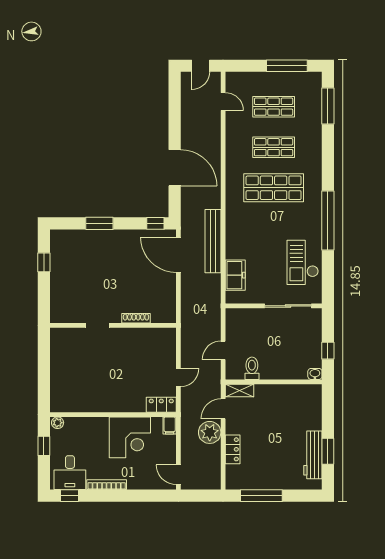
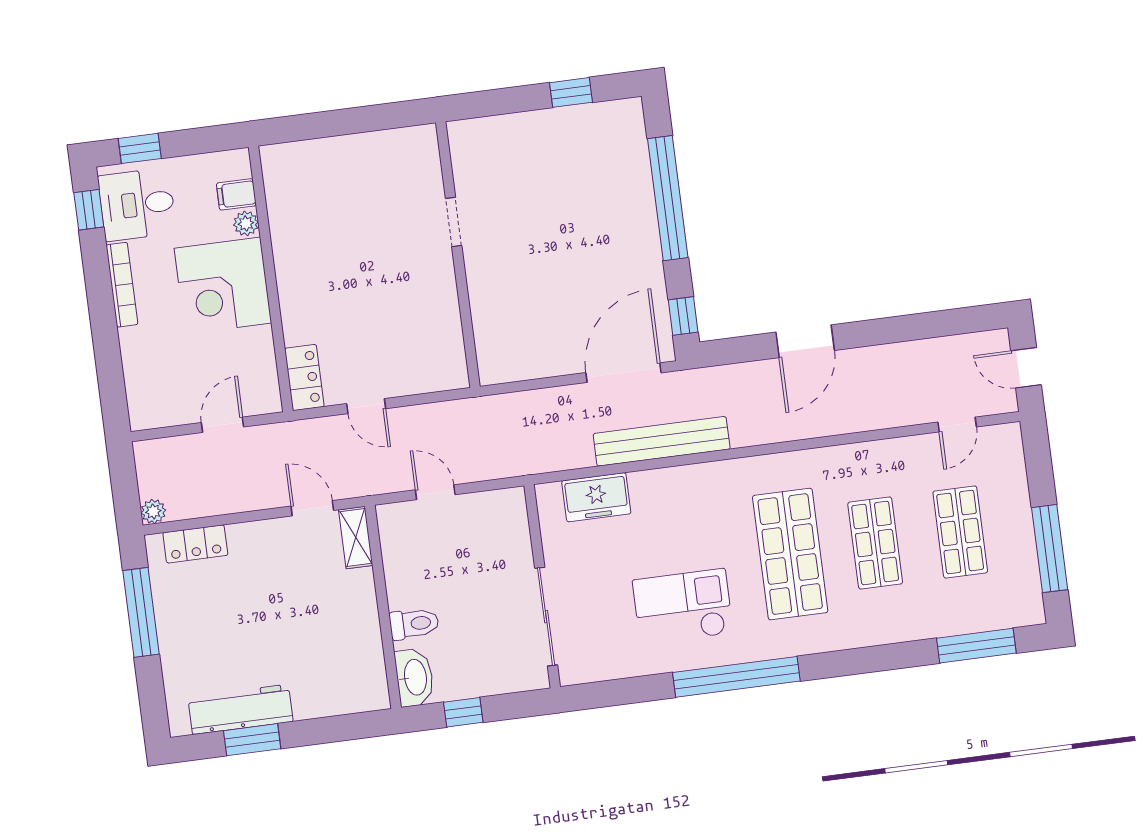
door: (175, 168) -> (805, 341), width x0.73
window: (99, 223) -> (668, 198), width x2.11
checkout: (303, 262) -> (683, 607), moved
shoe rack: (136, 318) -> (479, 301), removed
toilet: (252, 368) -> (414, 624), moved
washbasin: (315, 374) -> (414, 677), width x1.91, depth x1.45
plant: (58, 423) -> (246, 223), moved
filing cabinet: (170, 425) -> (236, 194), moved
plant: (210, 432) -> (153, 511), moved, width x0.53, depth x0.53
corner desk: (130, 437) -> (223, 286), moved
window: (44, 446) -> (140, 148), moved
locker: (233, 449) -> (195, 544), moved
door: (178, 475) -> (223, 425), moved

